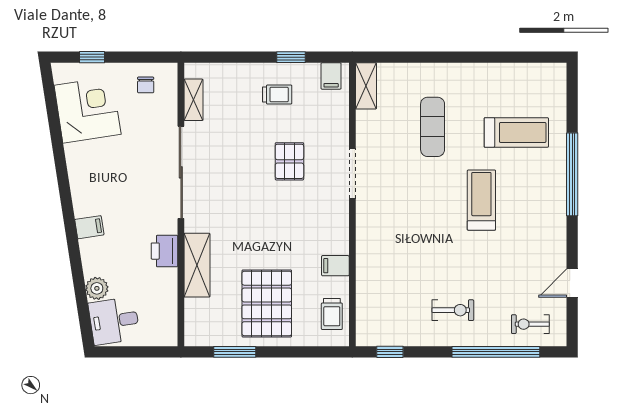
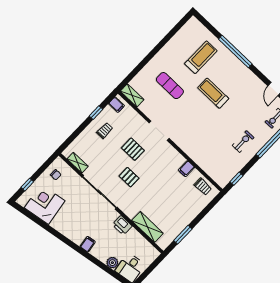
shelving: (197, 265) -> (147, 227), moved
pallet: (267, 303) -> (129, 177), moved, width x0.49, depth x0.50

